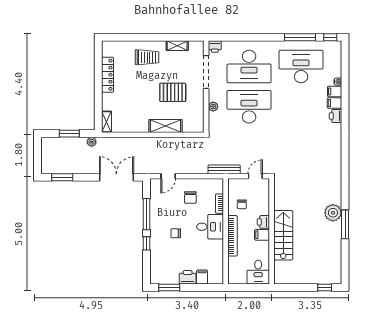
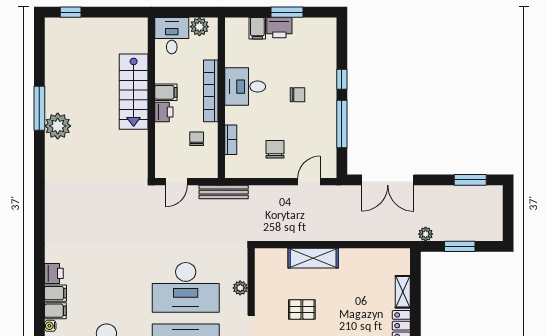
pallet: (173, 92) -> (302, 309), width x0.67, depth x0.71
shelving: (107, 122) -> (403, 292), moved
desk: (210, 227) -> (245, 87), moved
plant: (240, 278) -> (199, 27), added
window: (169, 287) -> (287, 12), moved

